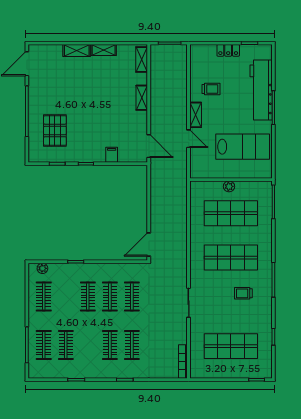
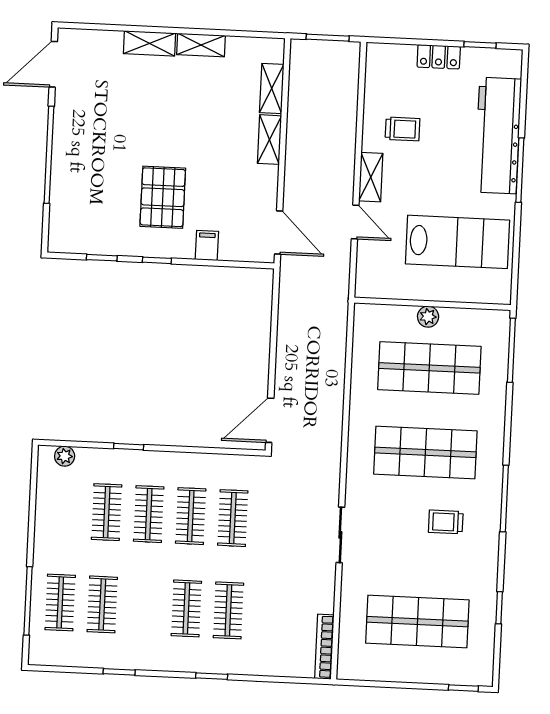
shelving: (142, 60) -> (272, 89), moved
pallet: (55, 130) -> (163, 197), moved
clothes rail: (44, 297) -> (107, 512), moved

